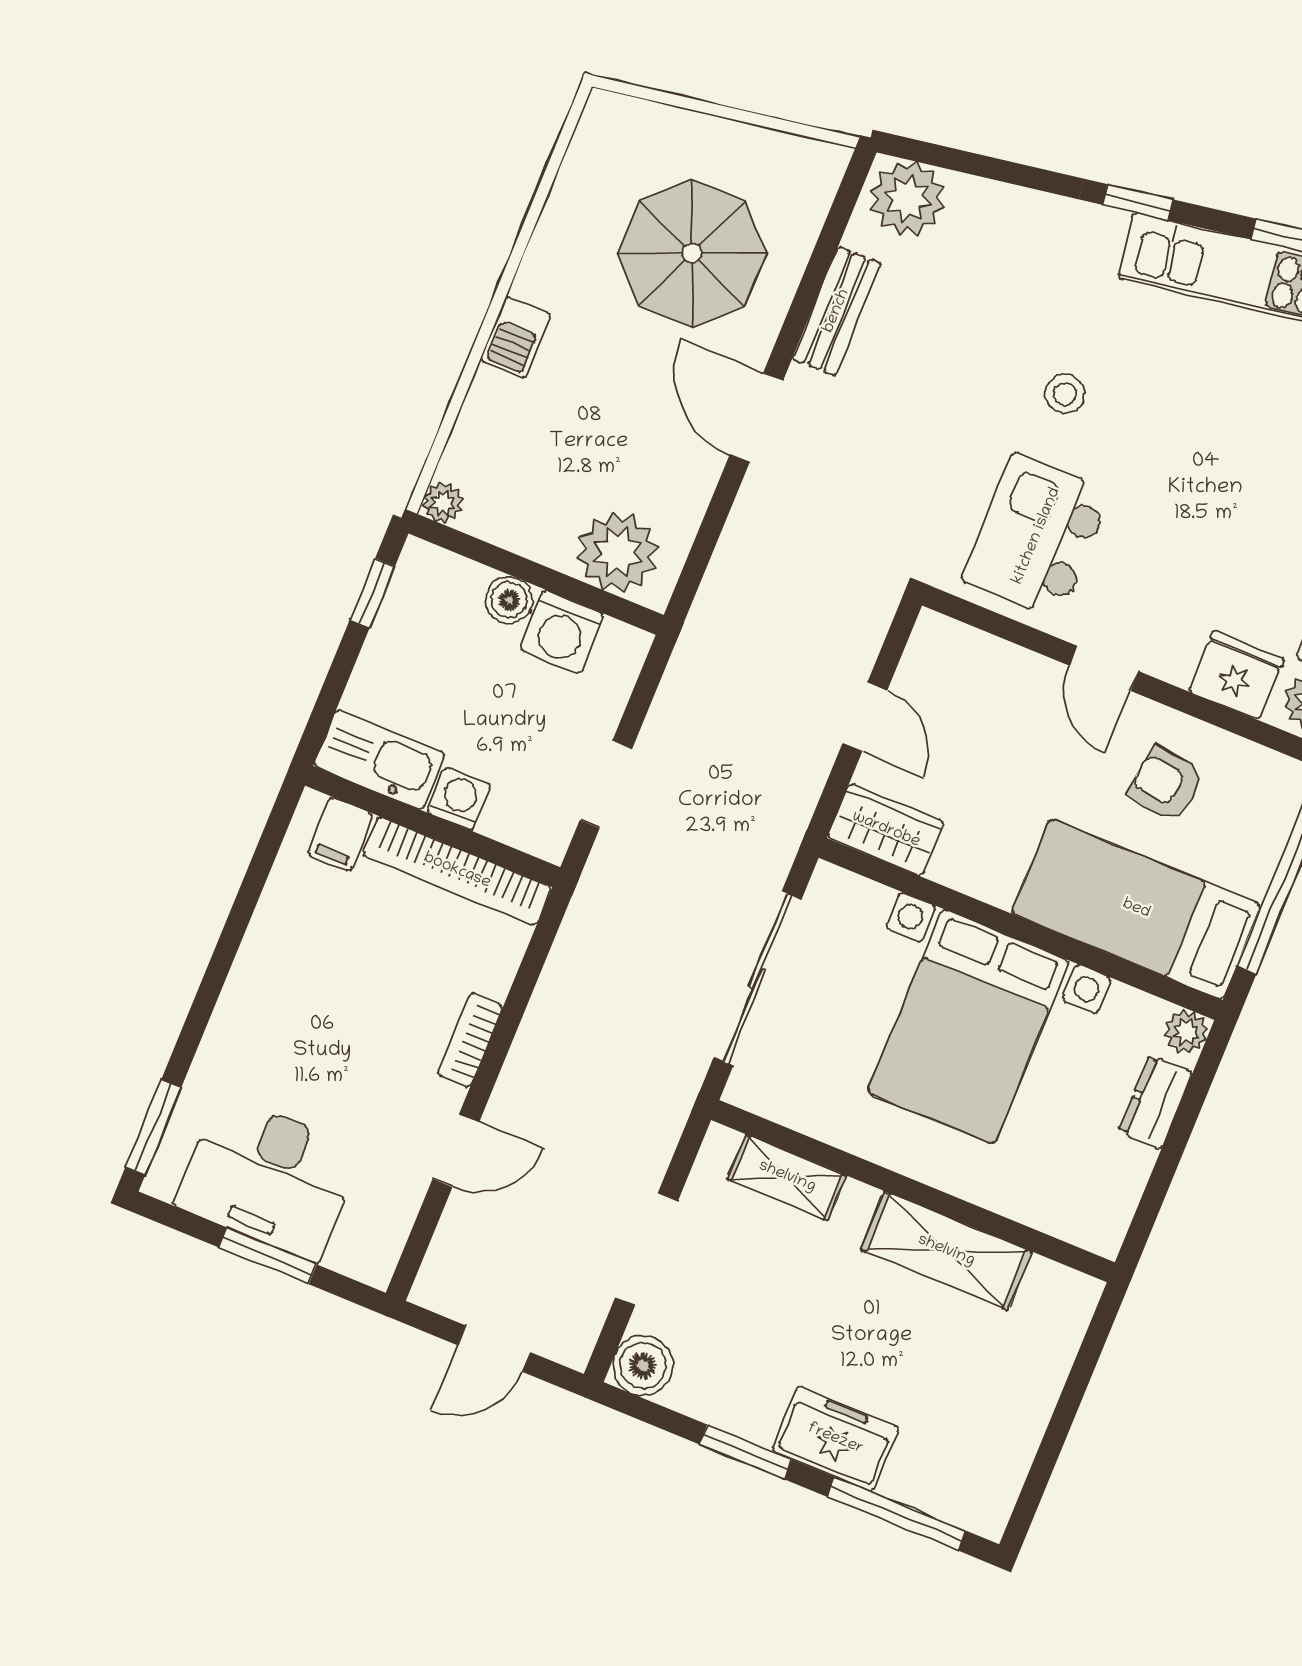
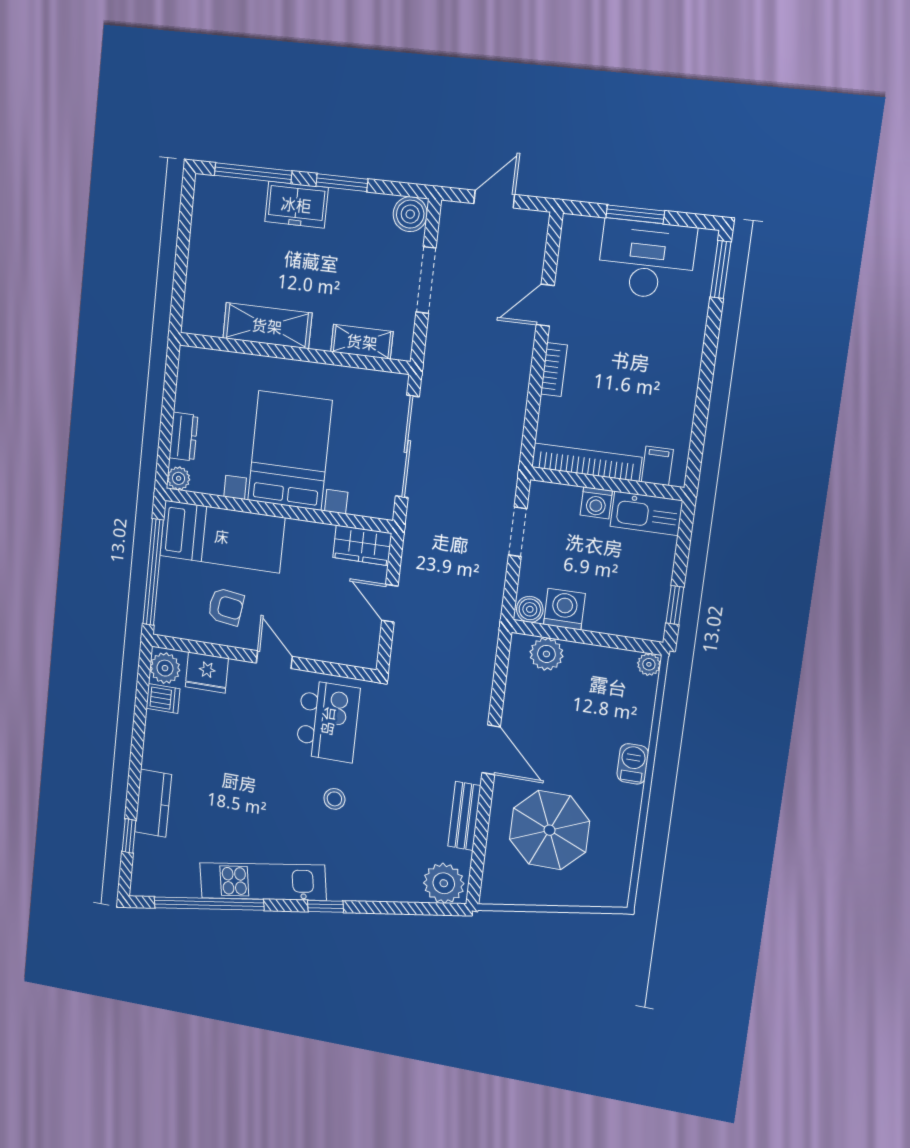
plant: (618, 552) -> (546, 654), width x0.73, depth x0.73
boiler: (509, 600) -> (530, 609), moved

